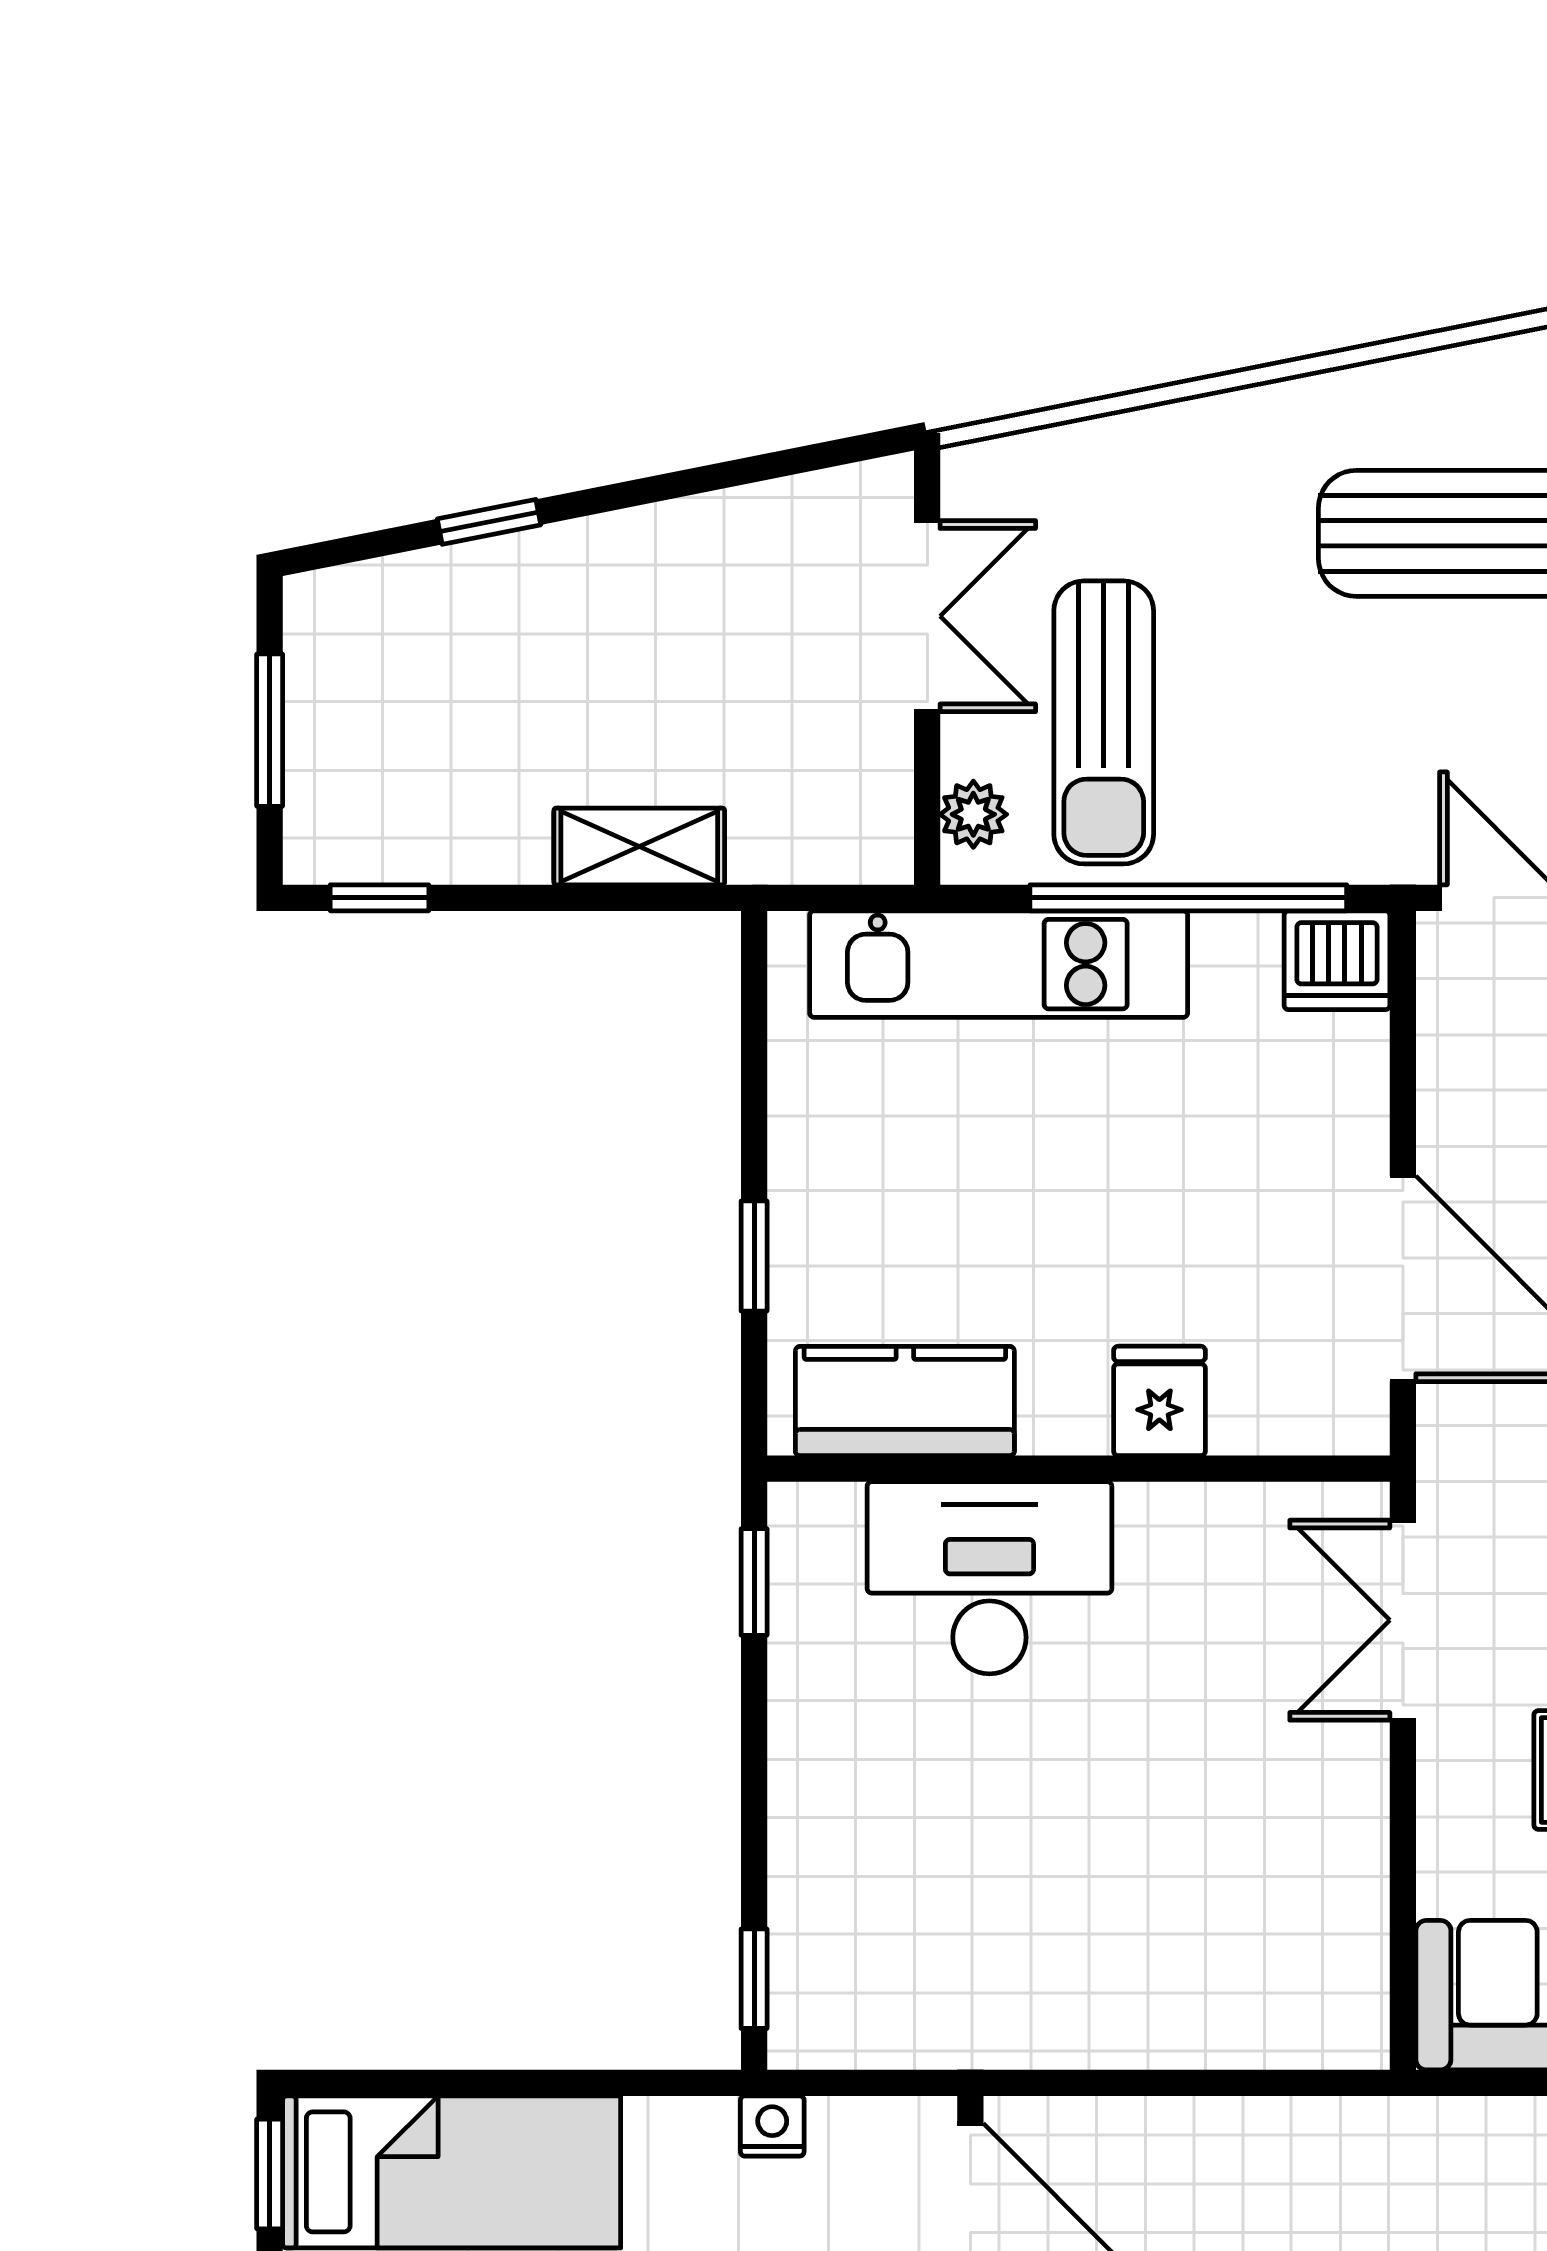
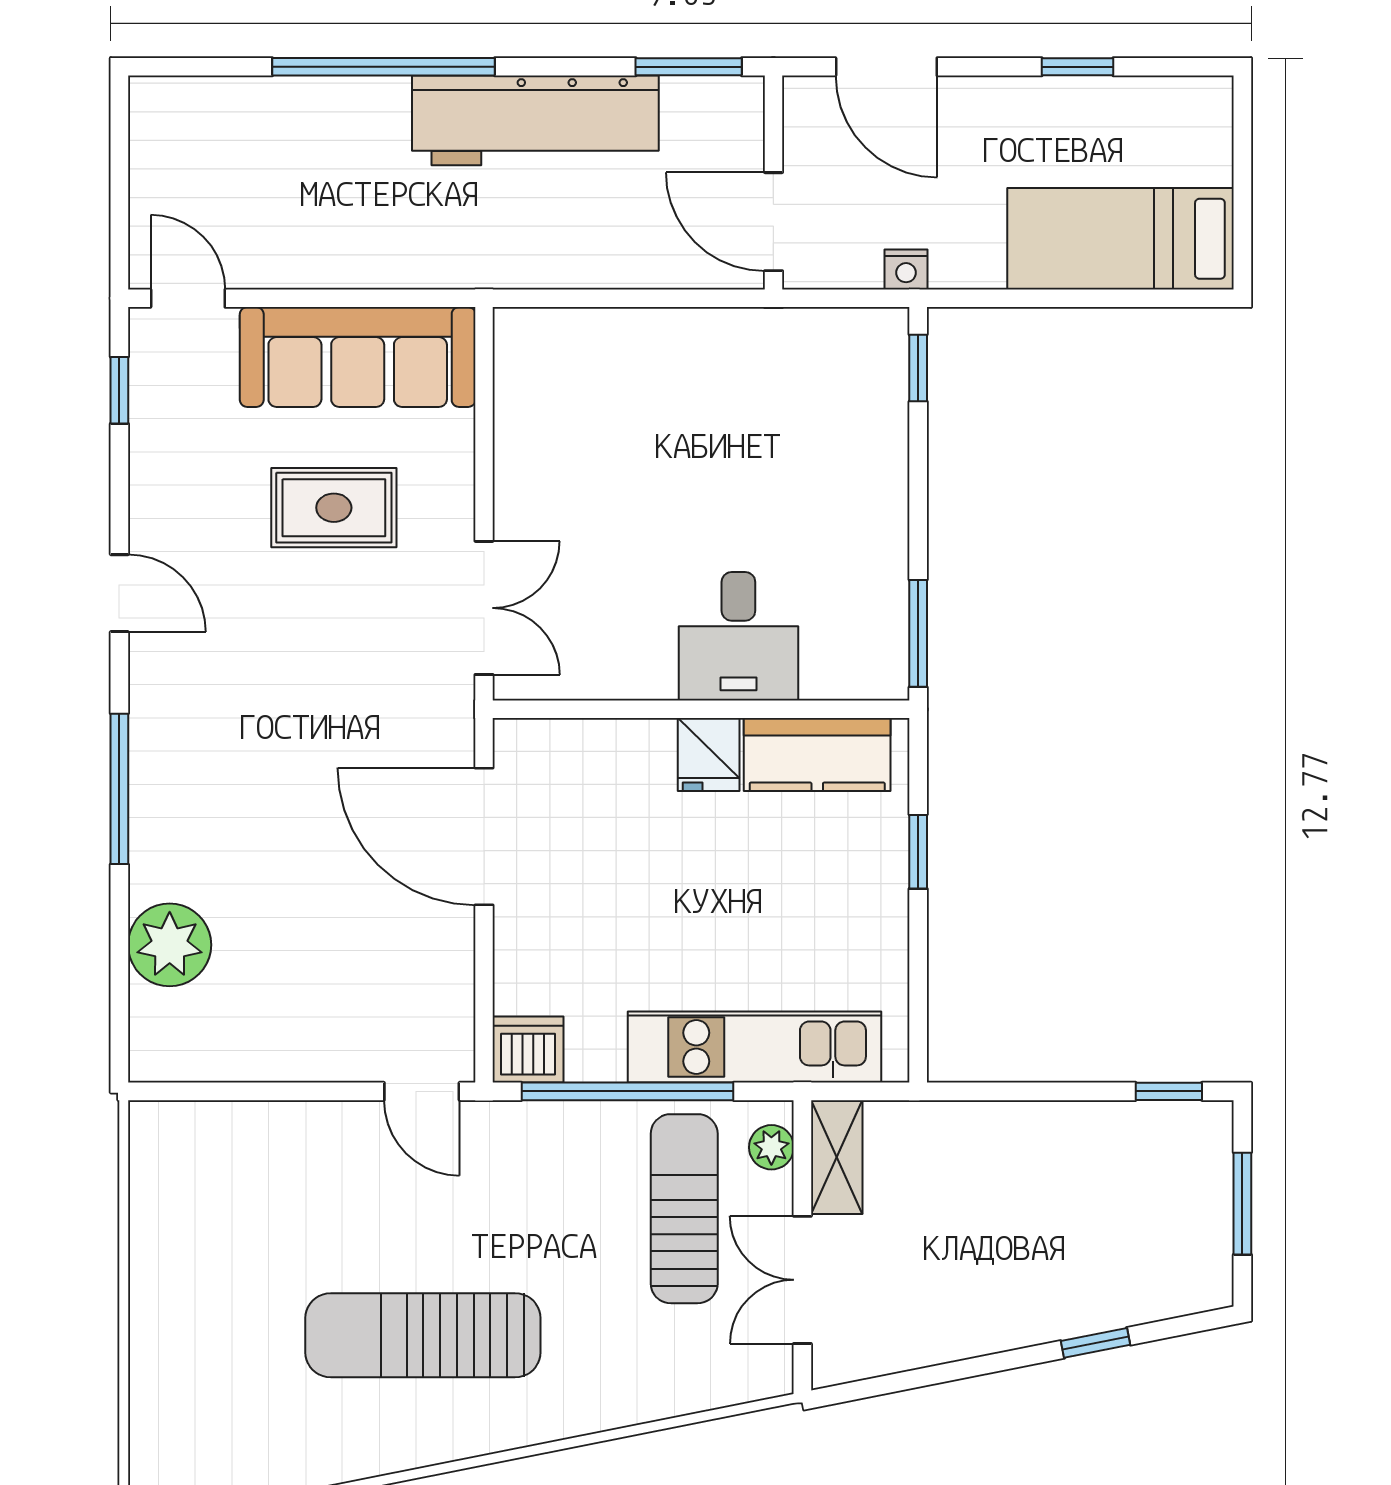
shelving: (639, 846) -> (837, 1157), moved, turned 90
fridge: (1159, 1401) -> (709, 755), moved
desk: (989, 1578) -> (738, 636), width x0.73
window: (754, 1582) -> (918, 633), width x1.50
window: (270, 2174) -> (1242, 237), removed

